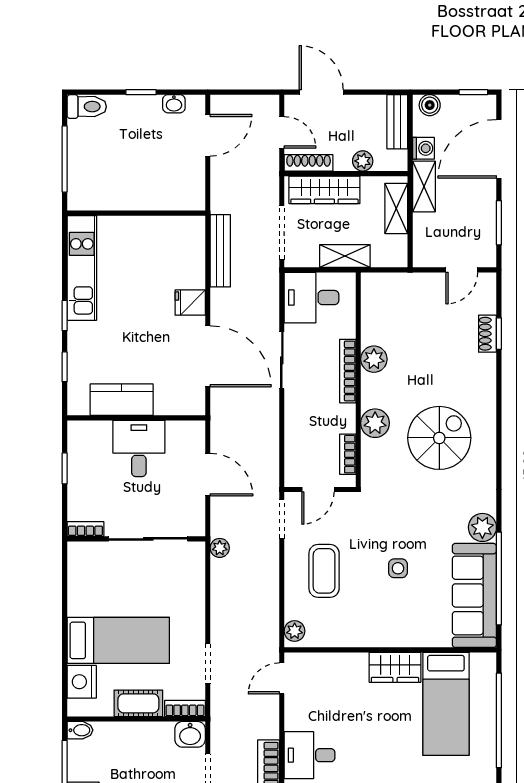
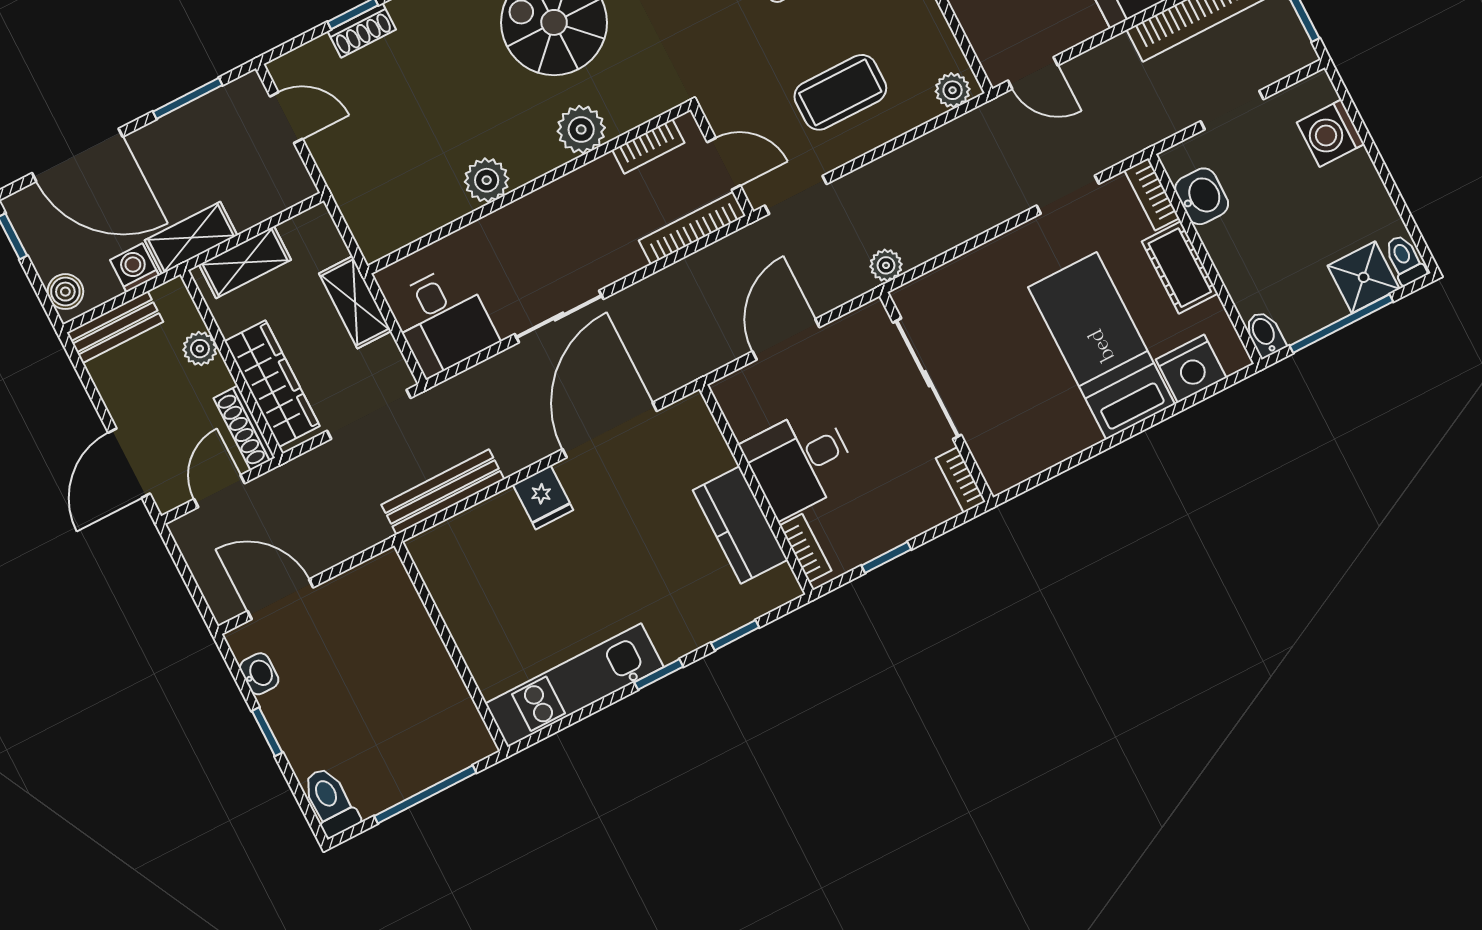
bookcase: (348, 371) -> (692, 228), moved, turned 180
bookcase: (92, 428) -> (805, 548), added
washbasin: (190, 734) -> (1202, 196), moved

